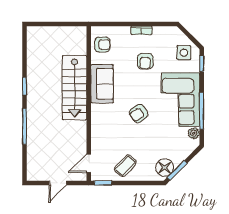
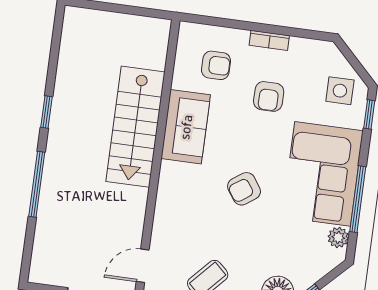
armchair: (102, 44) -> (216, 65), moved

